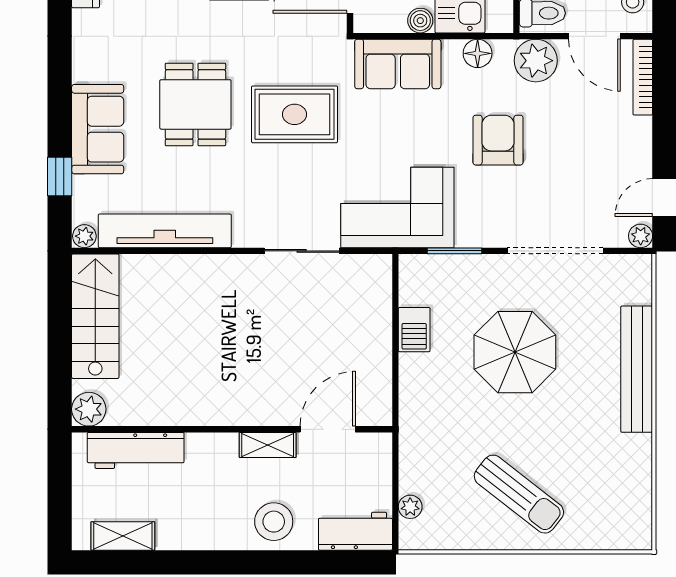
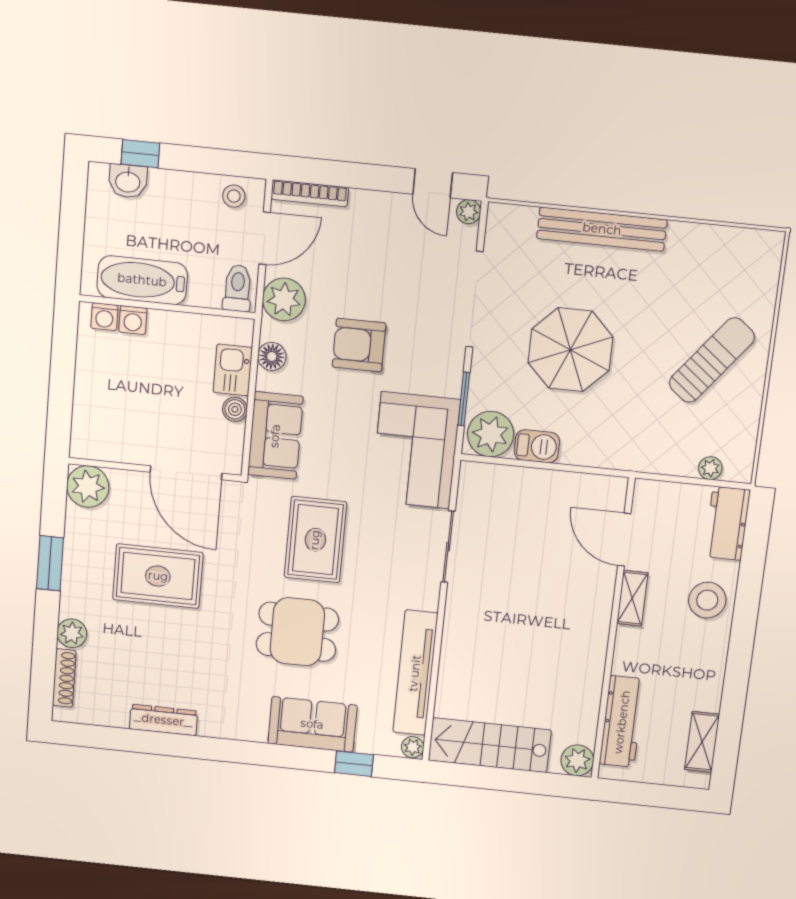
plant: (422, 282) -> (491, 434), added

